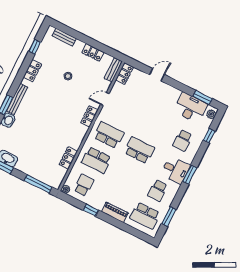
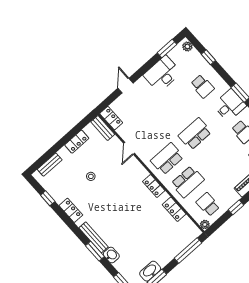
desk: (190, 108) -> (162, 74), moved
locker: (89, 116) -> (154, 186), moved

